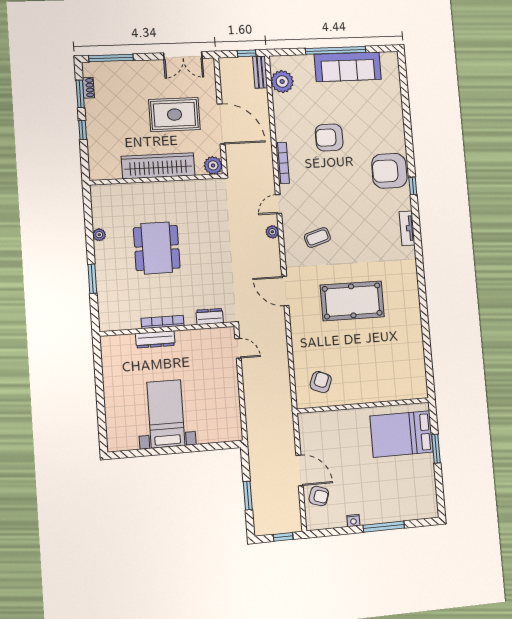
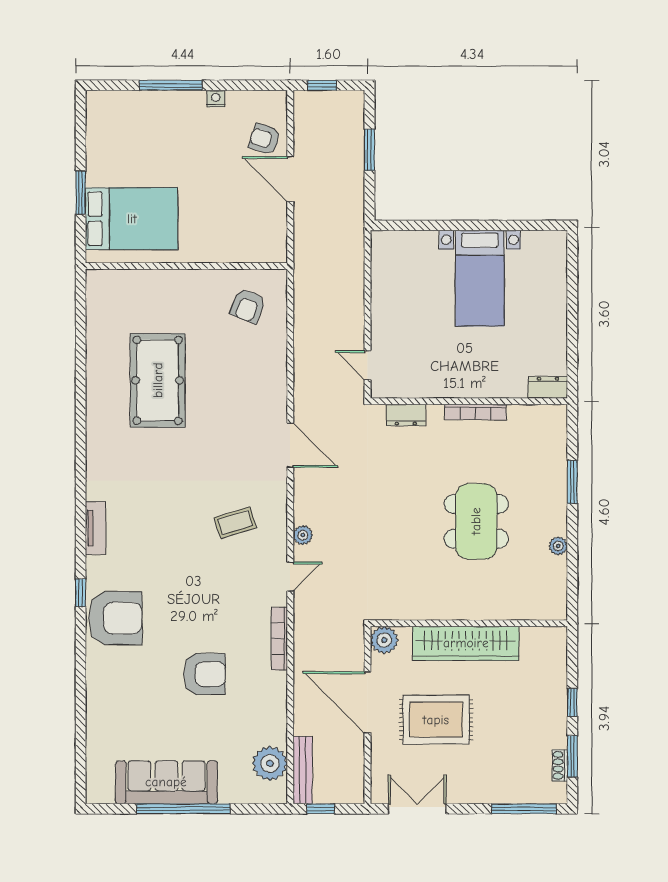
bench: (260, 72) -> (303, 770), width x1.36
pool table: (352, 301) -> (158, 380), moved, turned 90
dresser: (155, 339) -> (548, 387), moved, width x0.70

